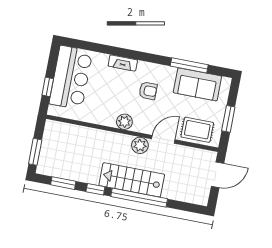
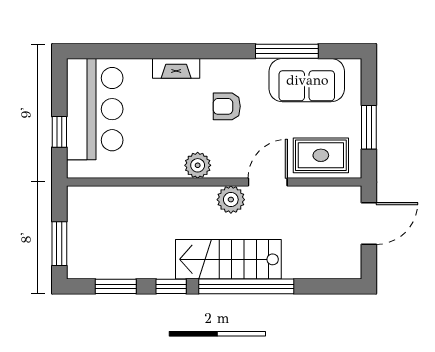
armchair: (148, 91) -> (227, 106), turned 180

